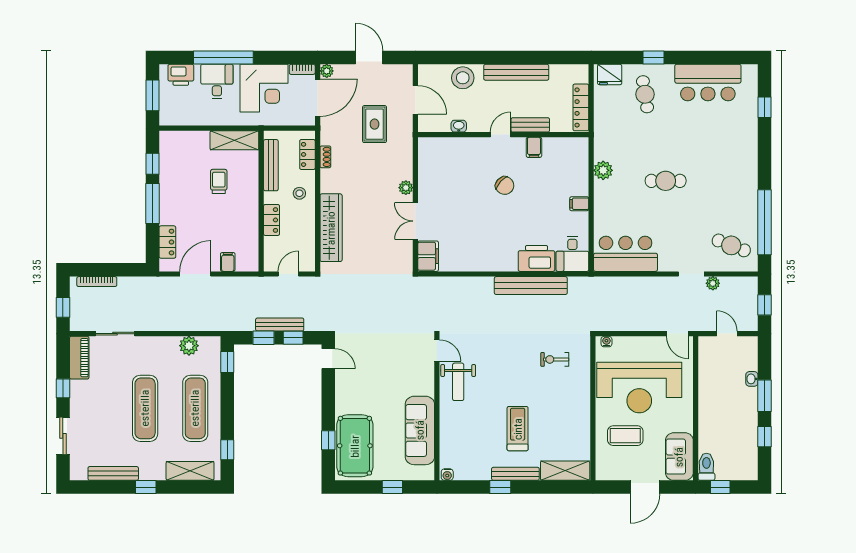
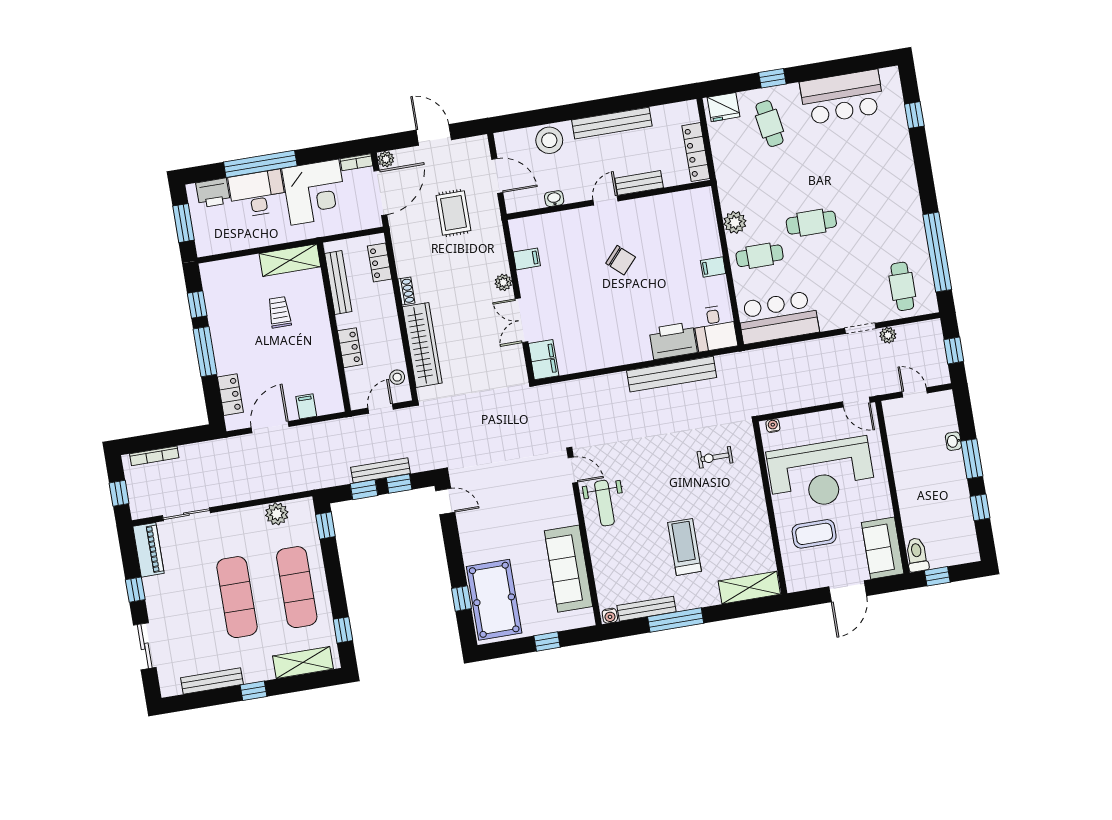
desk: (217, 81) -> (257, 194), width x1.37
filing cabinet: (534, 147) -> (527, 259), moved, turned -90
shoe rack: (325, 157) -> (406, 291), moved
stool: (299, 193) -> (397, 377), moved
cafe table: (619, 201) -> (760, 256), added
cafe table: (731, 245) -> (902, 286), turned 69
bench: (515, 474) -> (647, 609), moved
window: (500, 487) -> (676, 620), width x2.17

